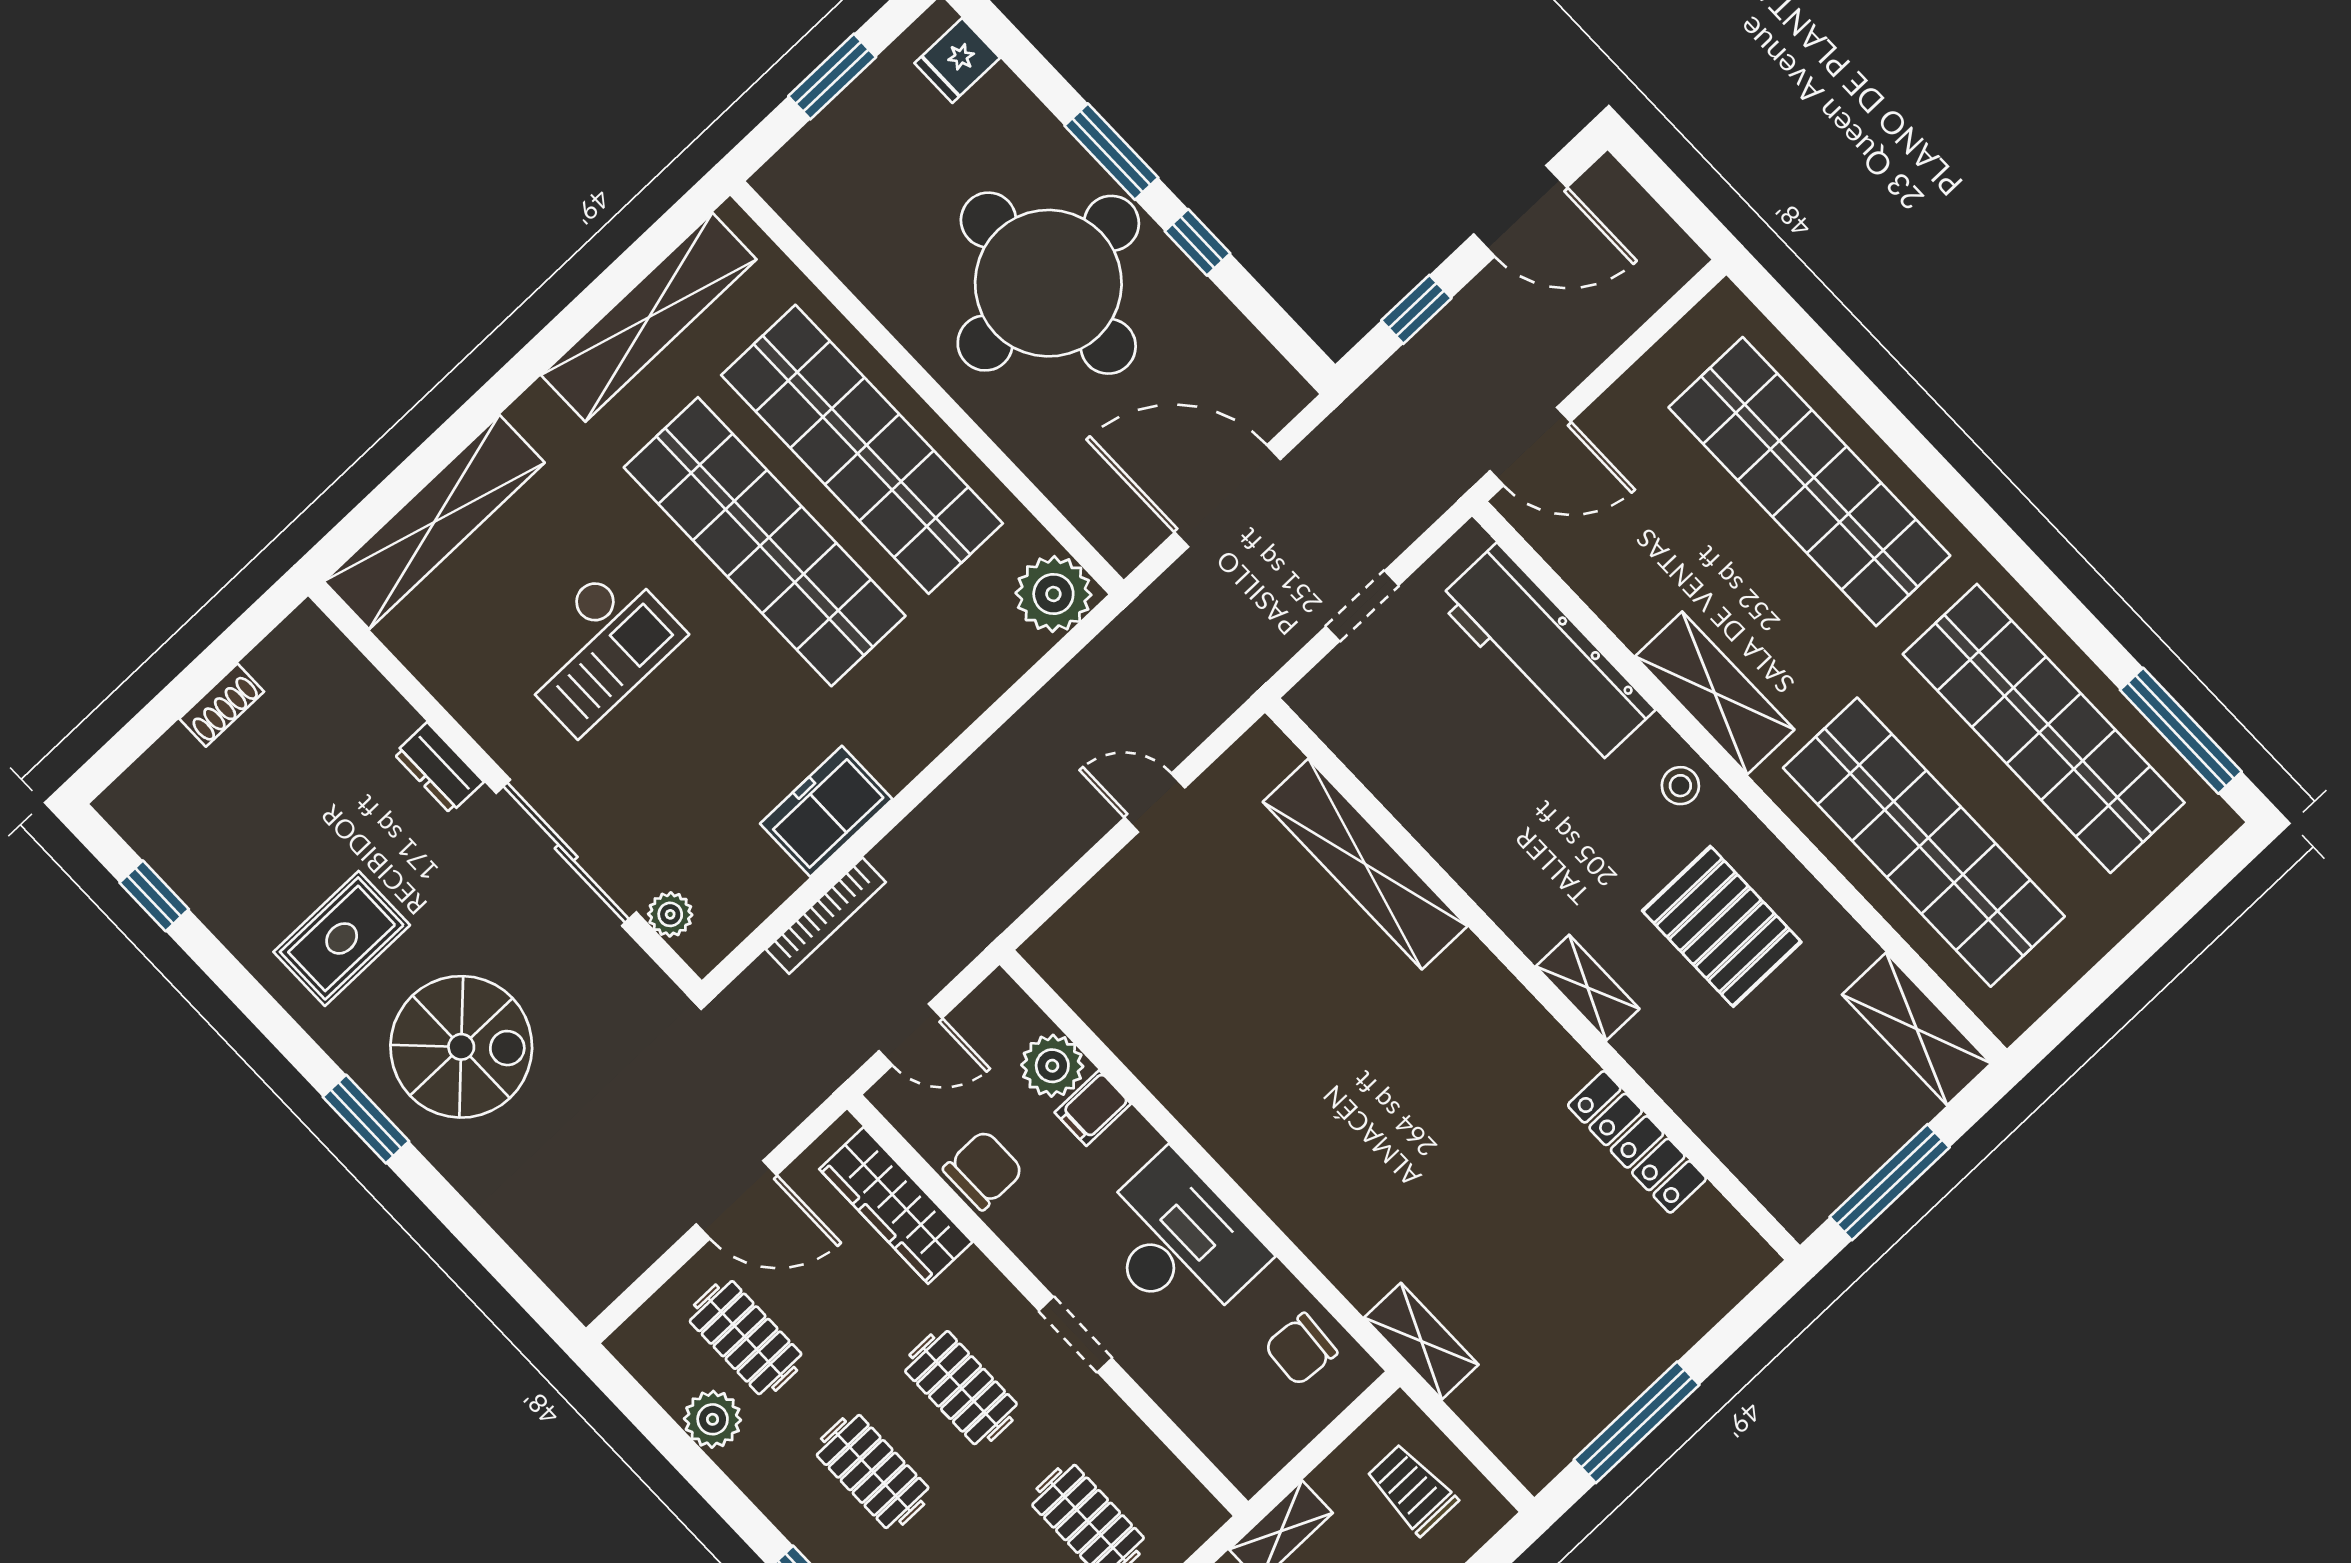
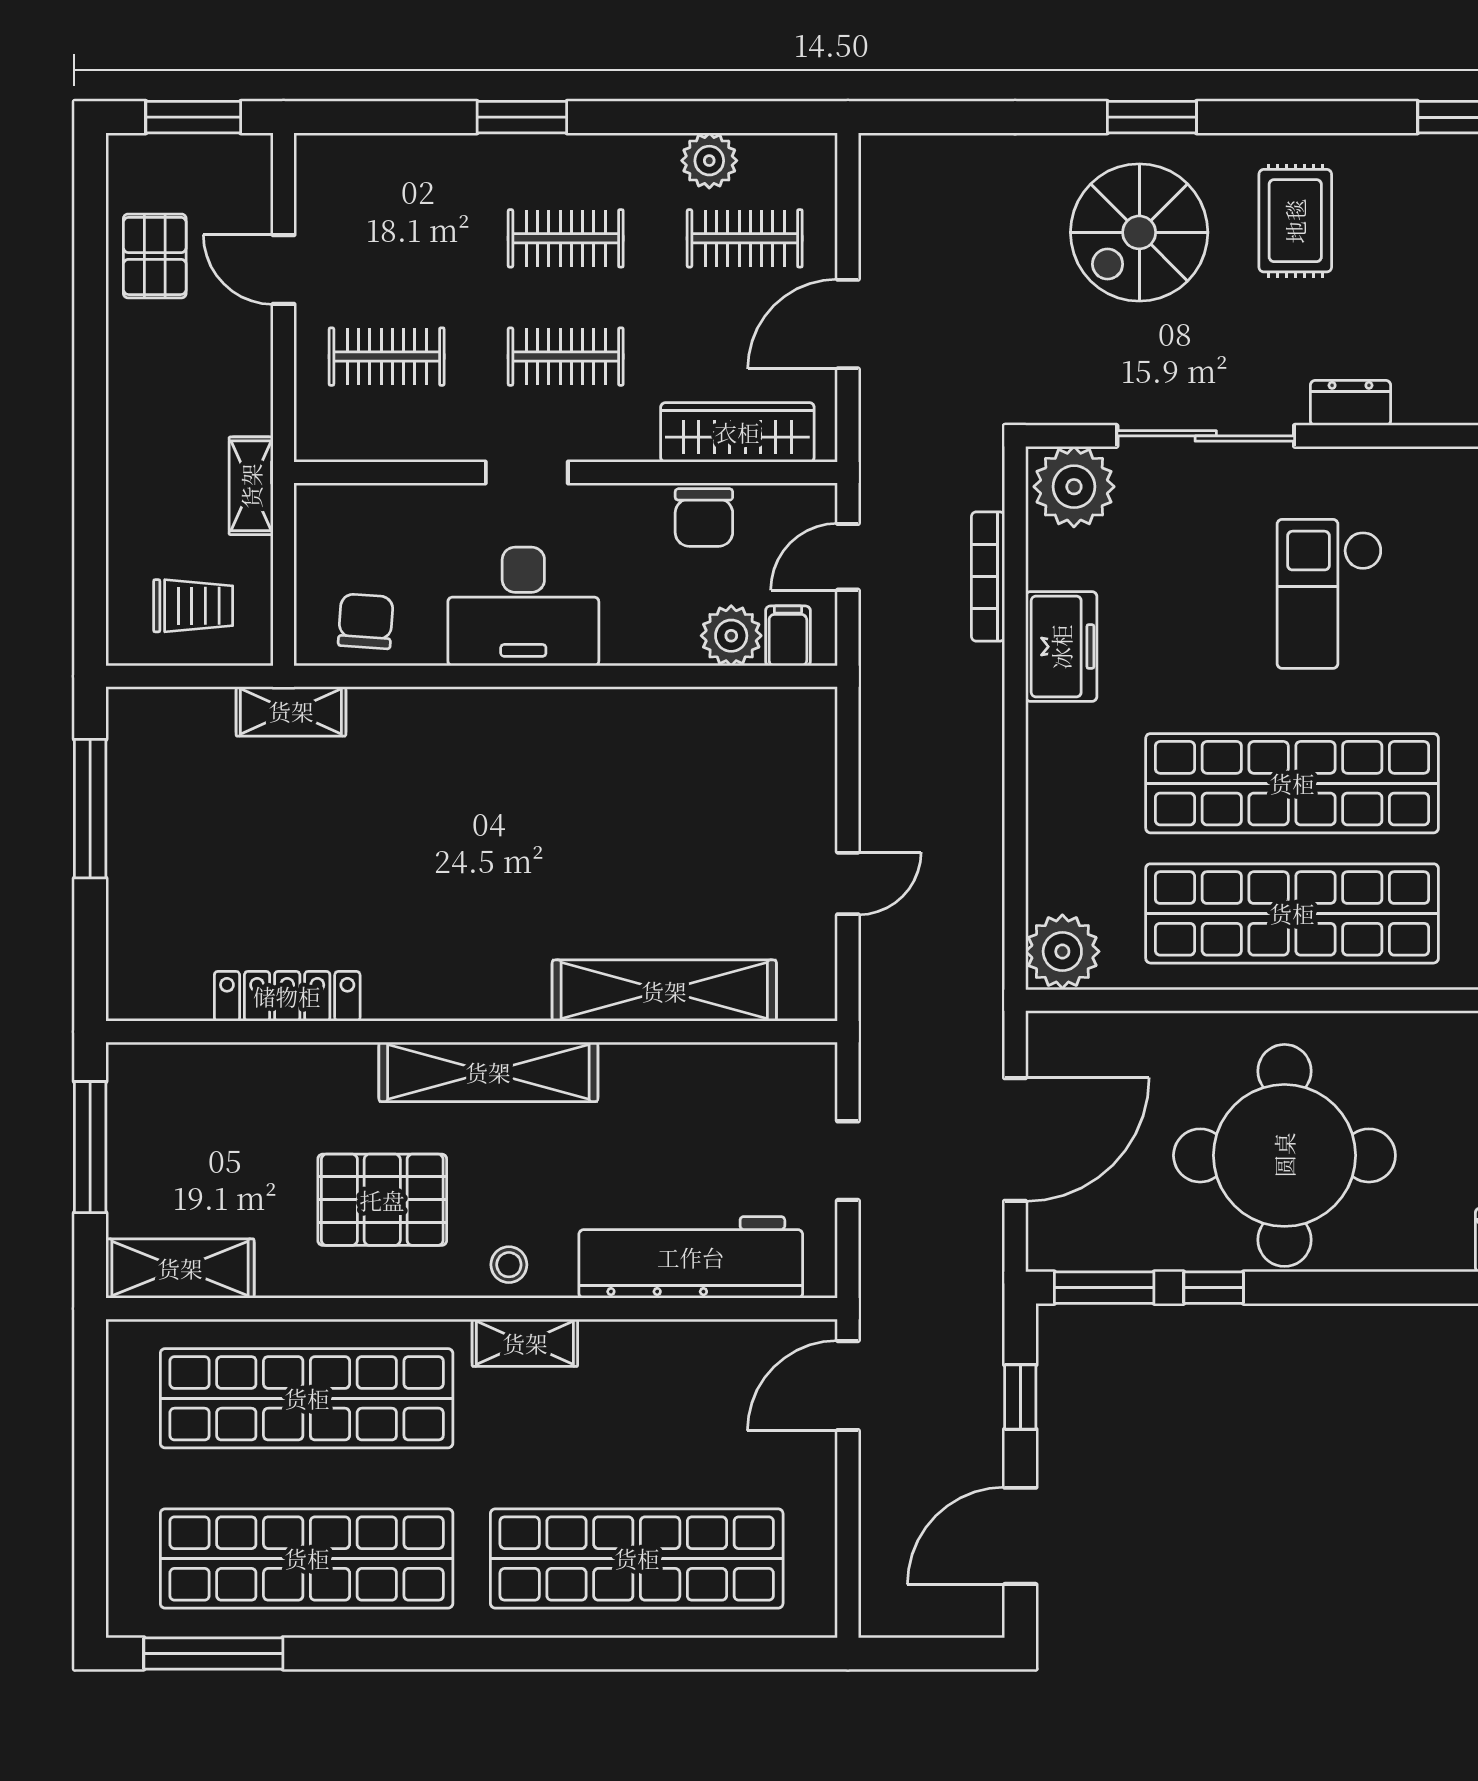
window: (1111, 152) -> (1104, 1288), moved
shelving: (1715, 693) -> (525, 1343), width x0.67, depth x0.75
plant: (670, 914) -> (1074, 487), width x1.87, depth x1.87
shelving: (1588, 988) -> (488, 1072), width x2.20, depth x1.33
filing cabinet: (1093, 1108) -> (788, 636), moved

